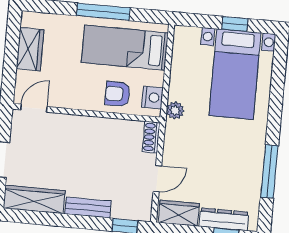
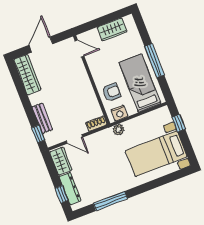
window: (235, 24) -> (179, 123), moved
armchair: (117, 94) -> (111, 92), turned 90
bench: (88, 208) -> (42, 118), moved

